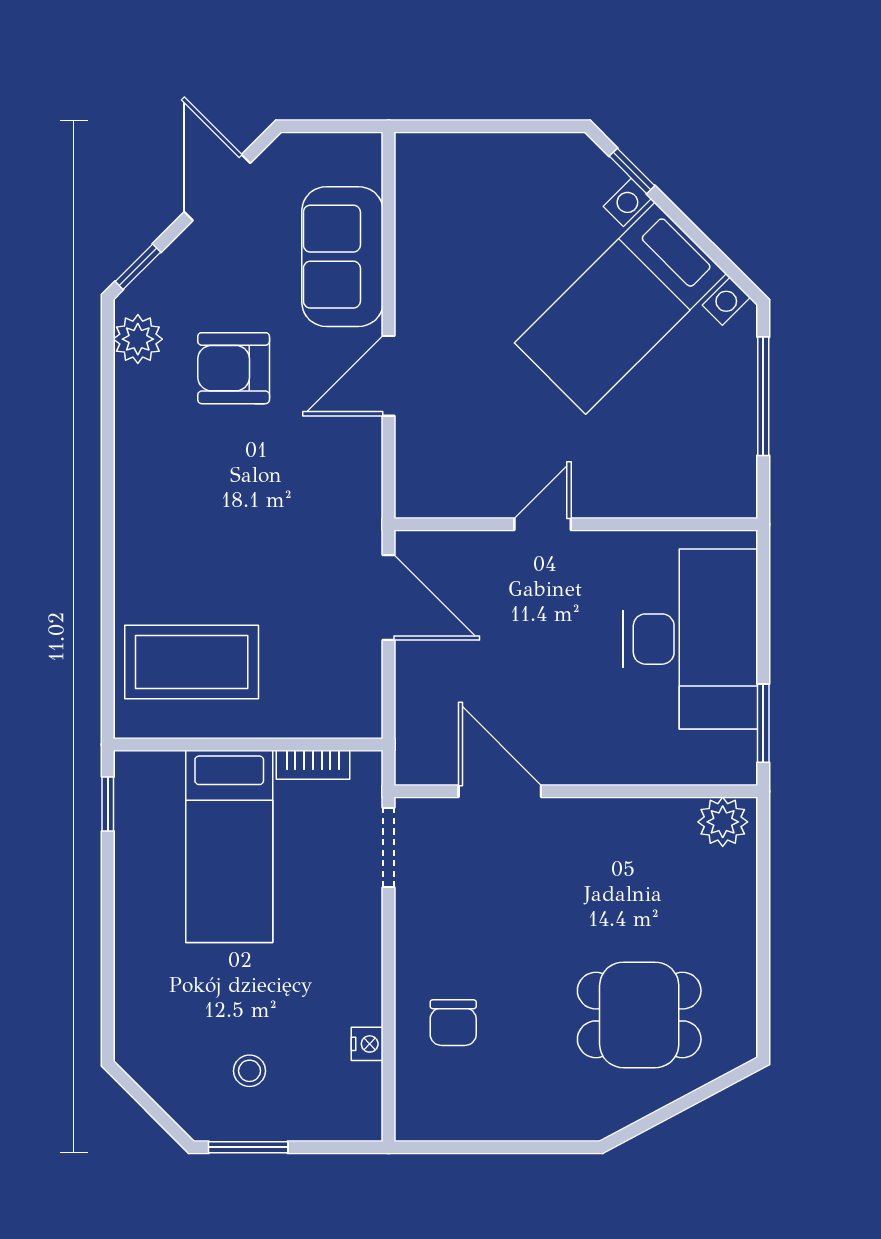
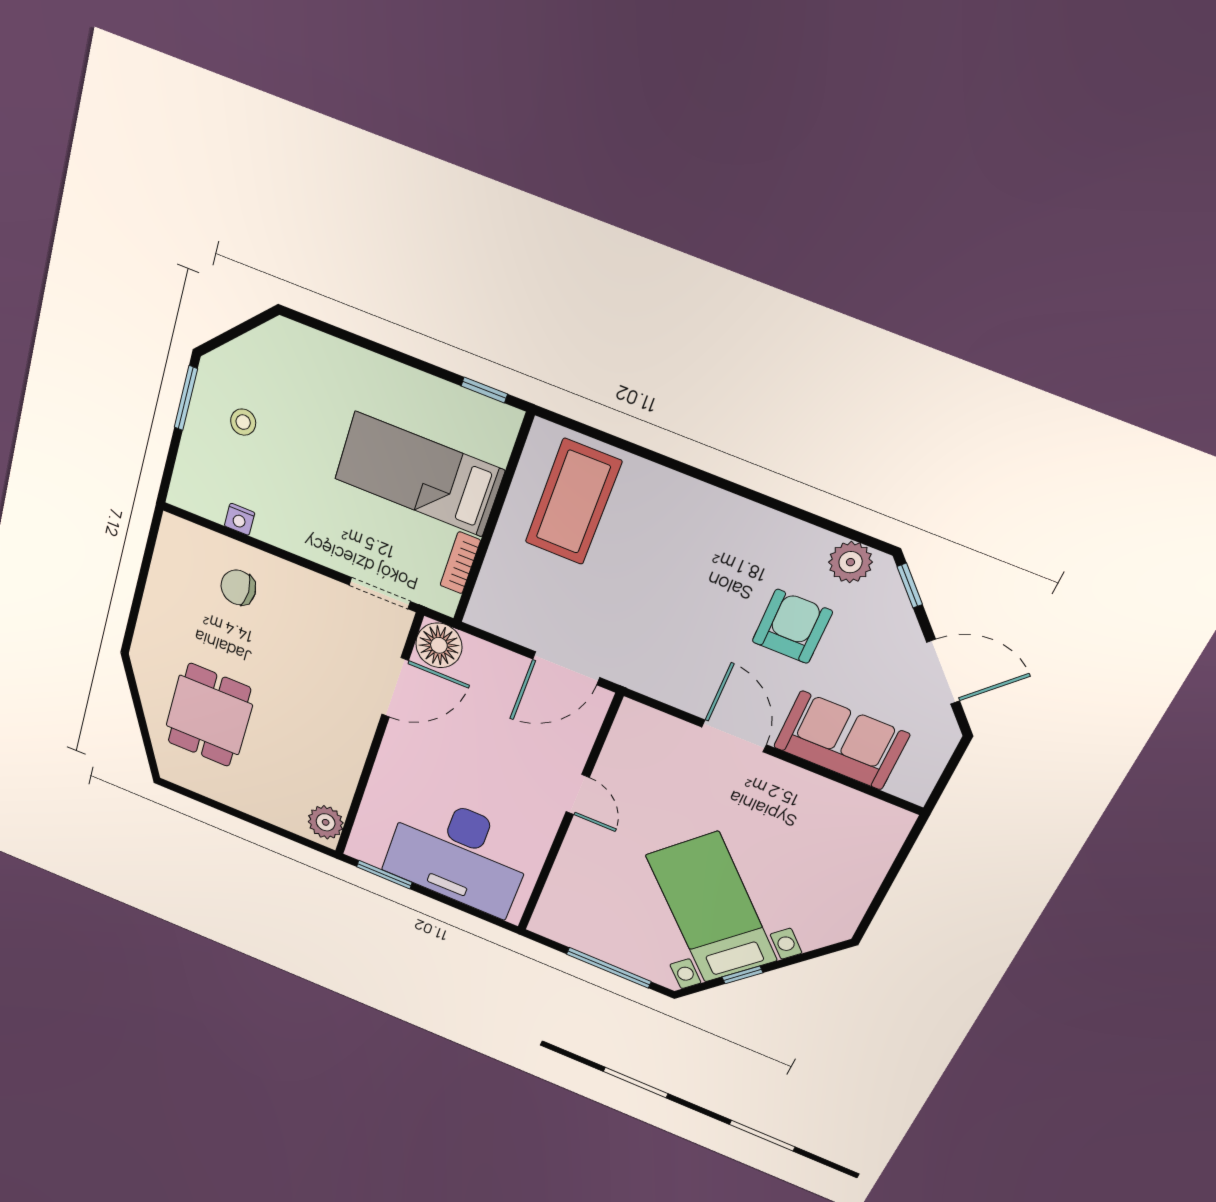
window: (632, 171) -> (742, 975), moved
floor lamp: (424, 756) -> (439, 645), added

